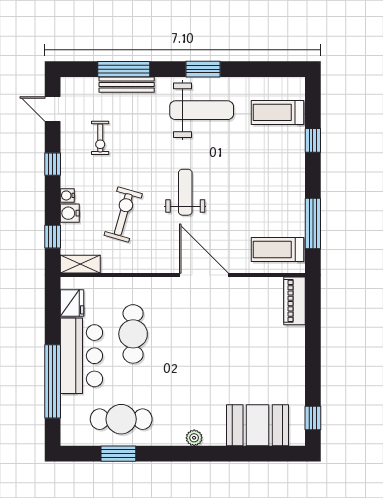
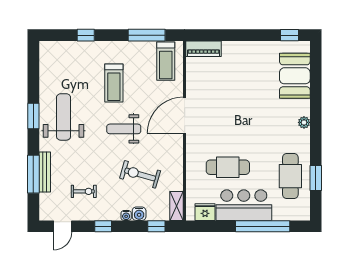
treadmill: (277, 112) -> (114, 83), moved

